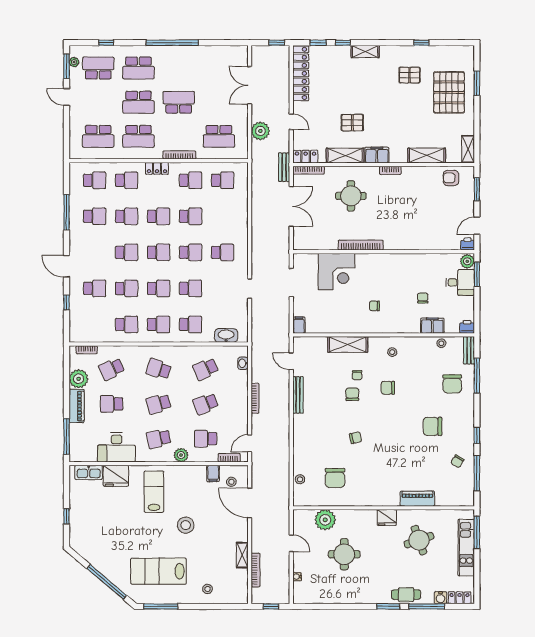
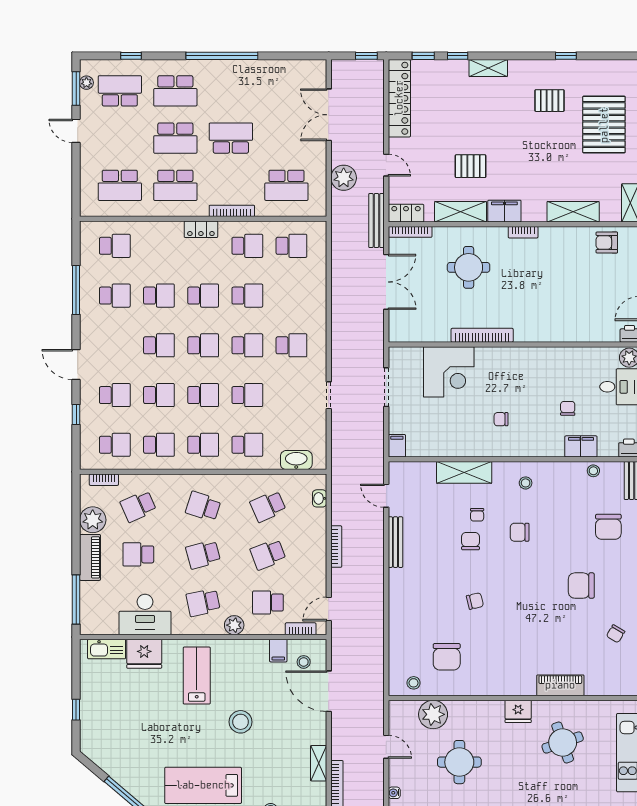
bench: (284, 167) -> (376, 221), width x1.36
school desk: (127, 180) -> (115, 445), moved
stool: (300, 479) -> (414, 683), moved

